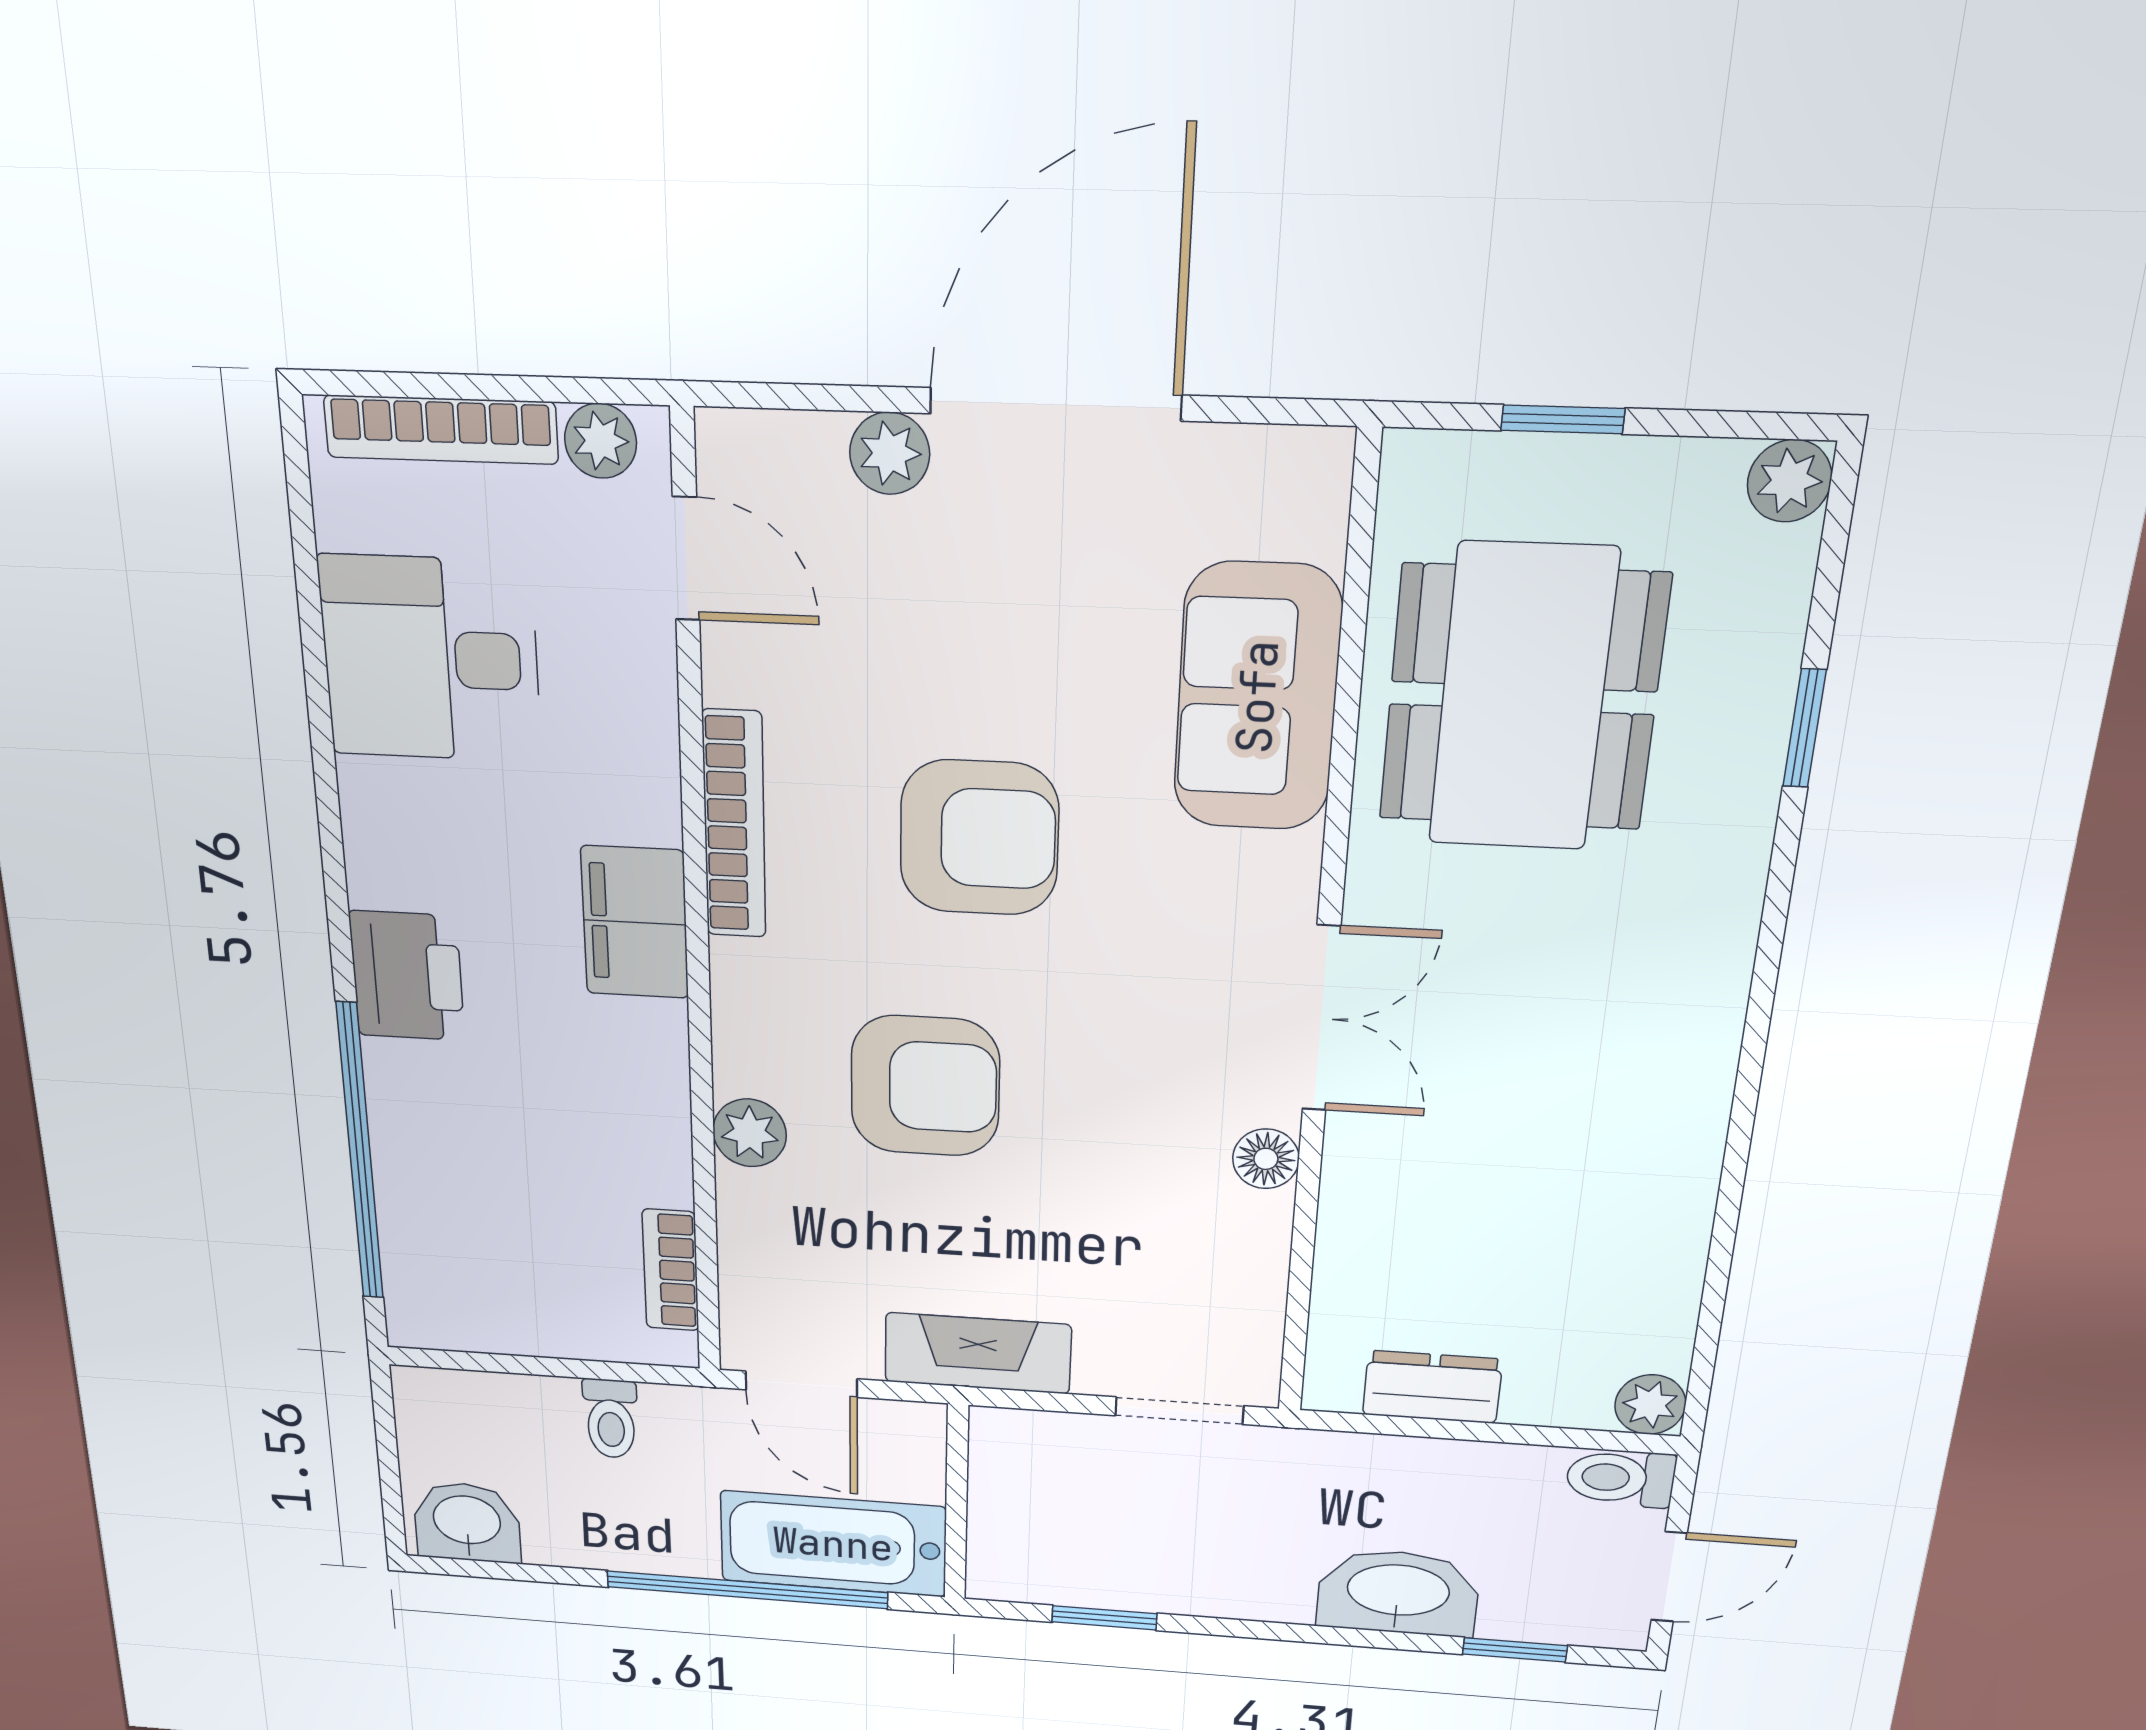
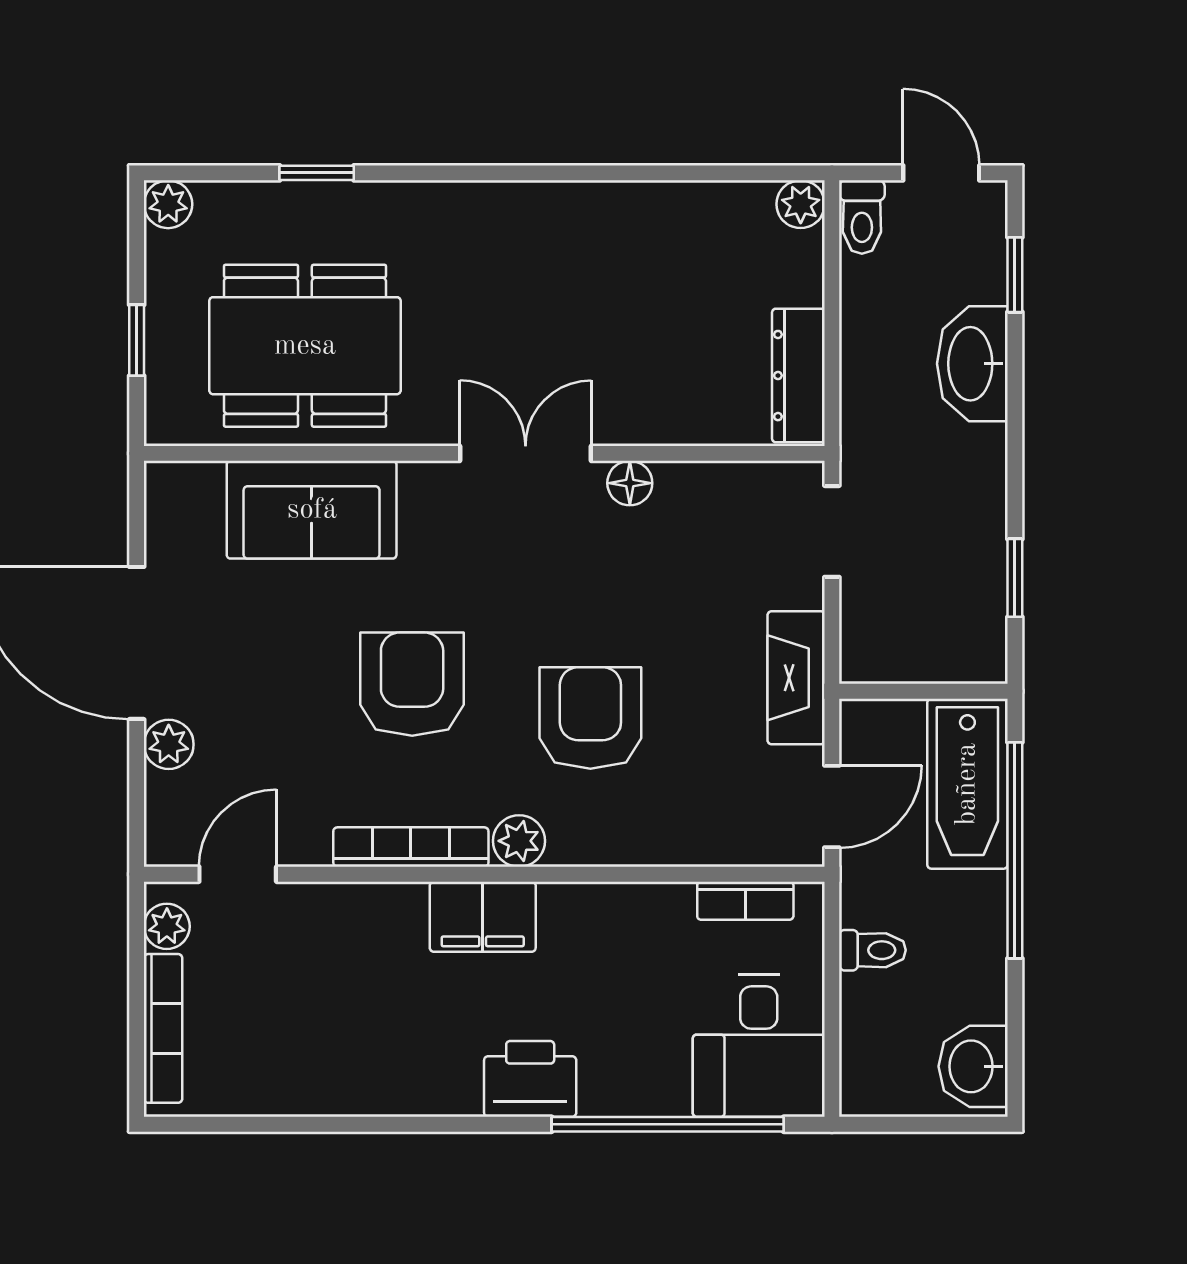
desk: (430, 659) -> (759, 1046), moved
plant: (750, 1133) -> (519, 841), moved
dresser: (1432, 1387) -> (798, 376), width x1.44

